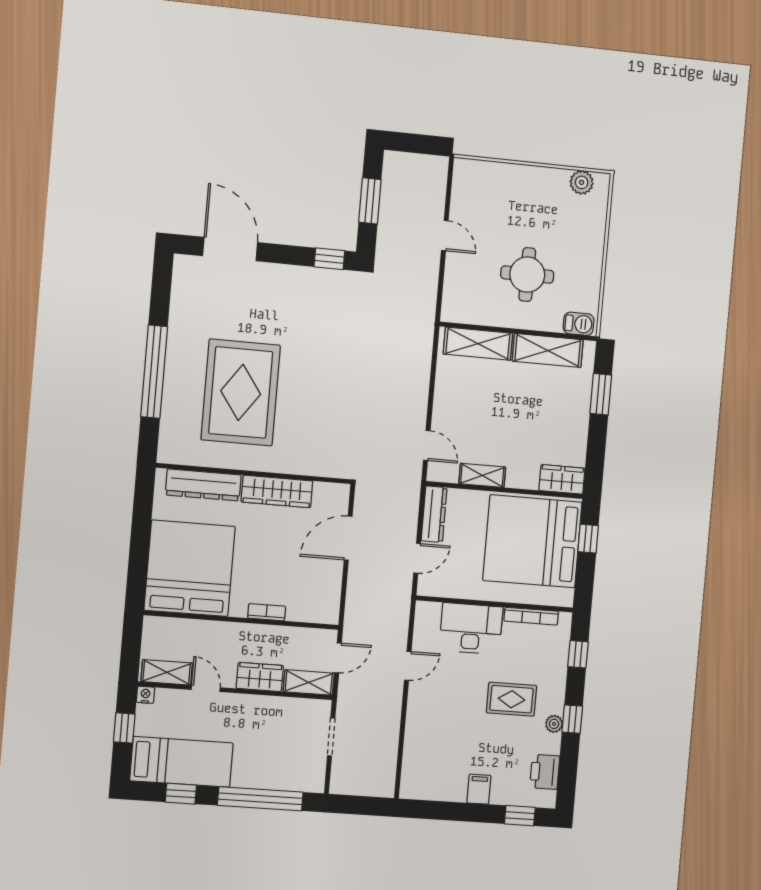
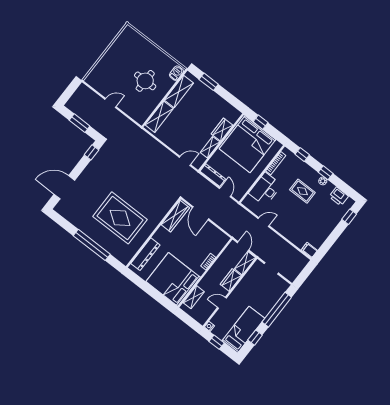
plant: (582, 182) -> (124, 37), removed
wardrobe: (562, 479) -> (222, 130), moved
wardrobe: (277, 491) -> (175, 216), moved
door: (408, 666) -> (264, 222), hinge flipped
shelving: (167, 672) -> (194, 297), moved
rug: (512, 699) -> (302, 191), turned 90
filing cabinet: (479, 789) -> (309, 250), moved

